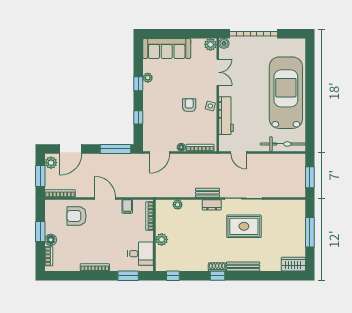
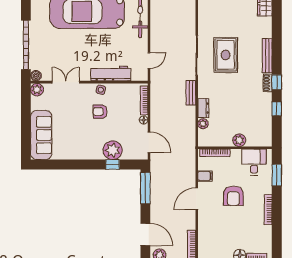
plant: (148, 78) -> (113, 150), moved, width x1.88, depth x1.88
window: (138, 84) -> (78, 165), removed
dresser: (212, 205) -> (203, 108), moved
armchair: (77, 216) -> (233, 196), moved
window: (173, 276) -> (277, 109), moved

